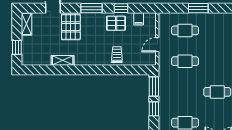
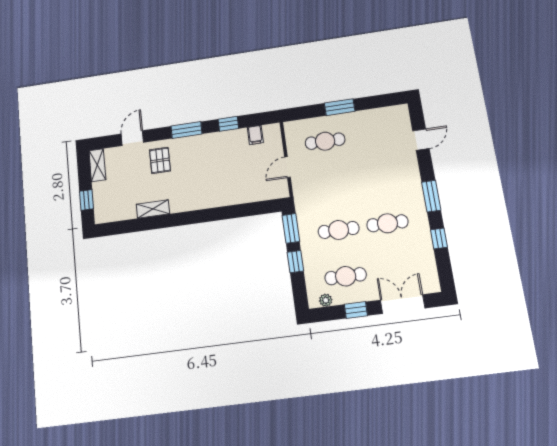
pallet: (116, 23) -> (224, 146), removed
pallet: (71, 27) -> (160, 160), width x0.67, depth x0.71
trolley: (117, 55) -> (230, 190), removed
cafe table: (185, 61) -> (339, 230), moved

